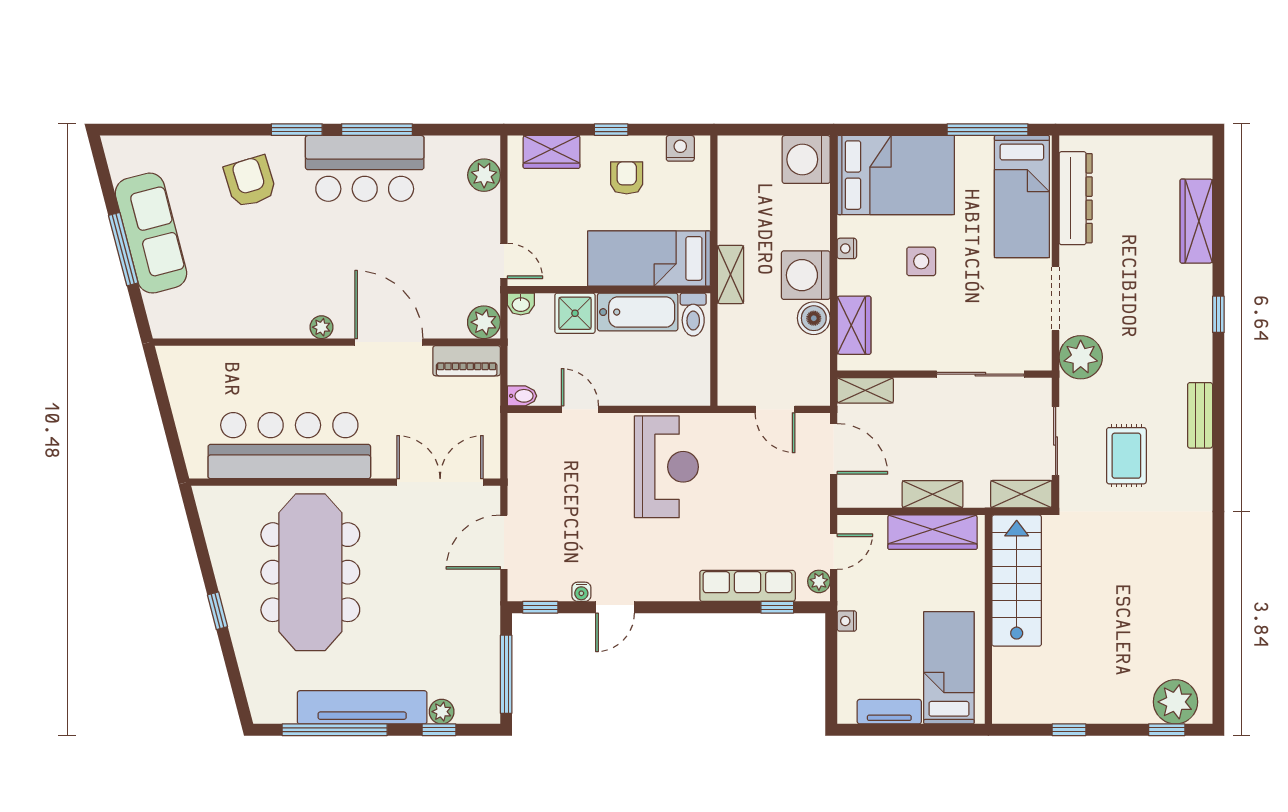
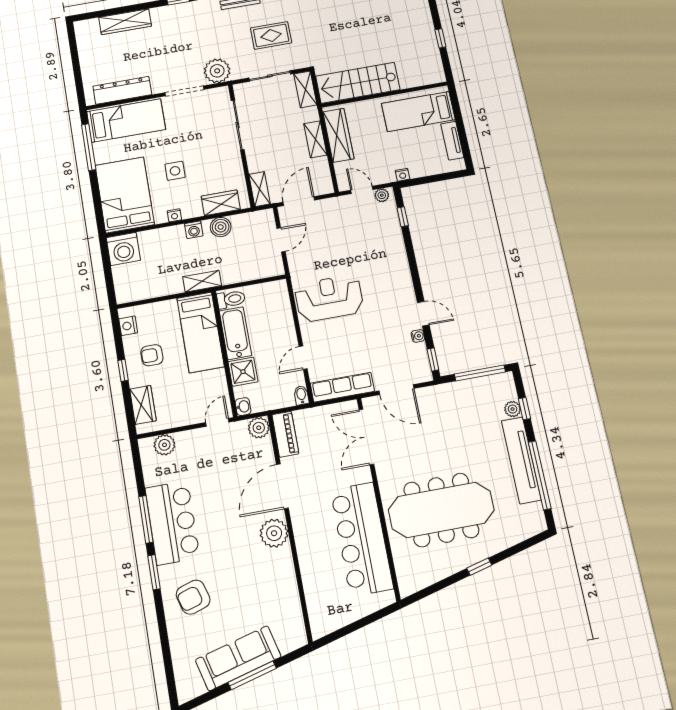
washing machine: (806, 275) -> (194, 230), width x0.53, depth x0.53
plant: (321, 327) -> (274, 533), width x1.88, depth x1.88
row of seats: (748, 586) -> (342, 387), moved, turned 90

